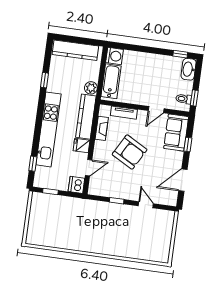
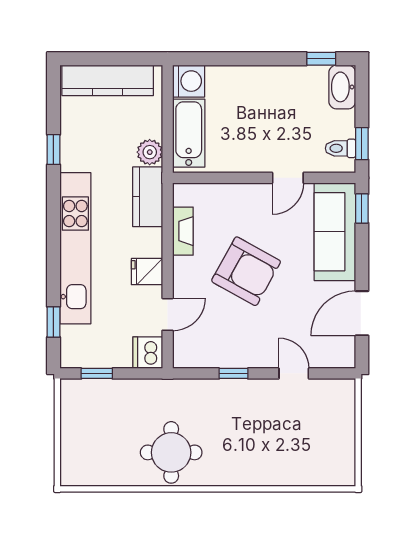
tv unit: (124, 113) -> (223, 193), removed
kitchen counter: (86, 117) -> (148, 197), width x0.67
sofa: (176, 133) -> (335, 232), width x1.36
window: (188, 144) -> (362, 208), moved
round table: (81, 235) -> (171, 452), added

